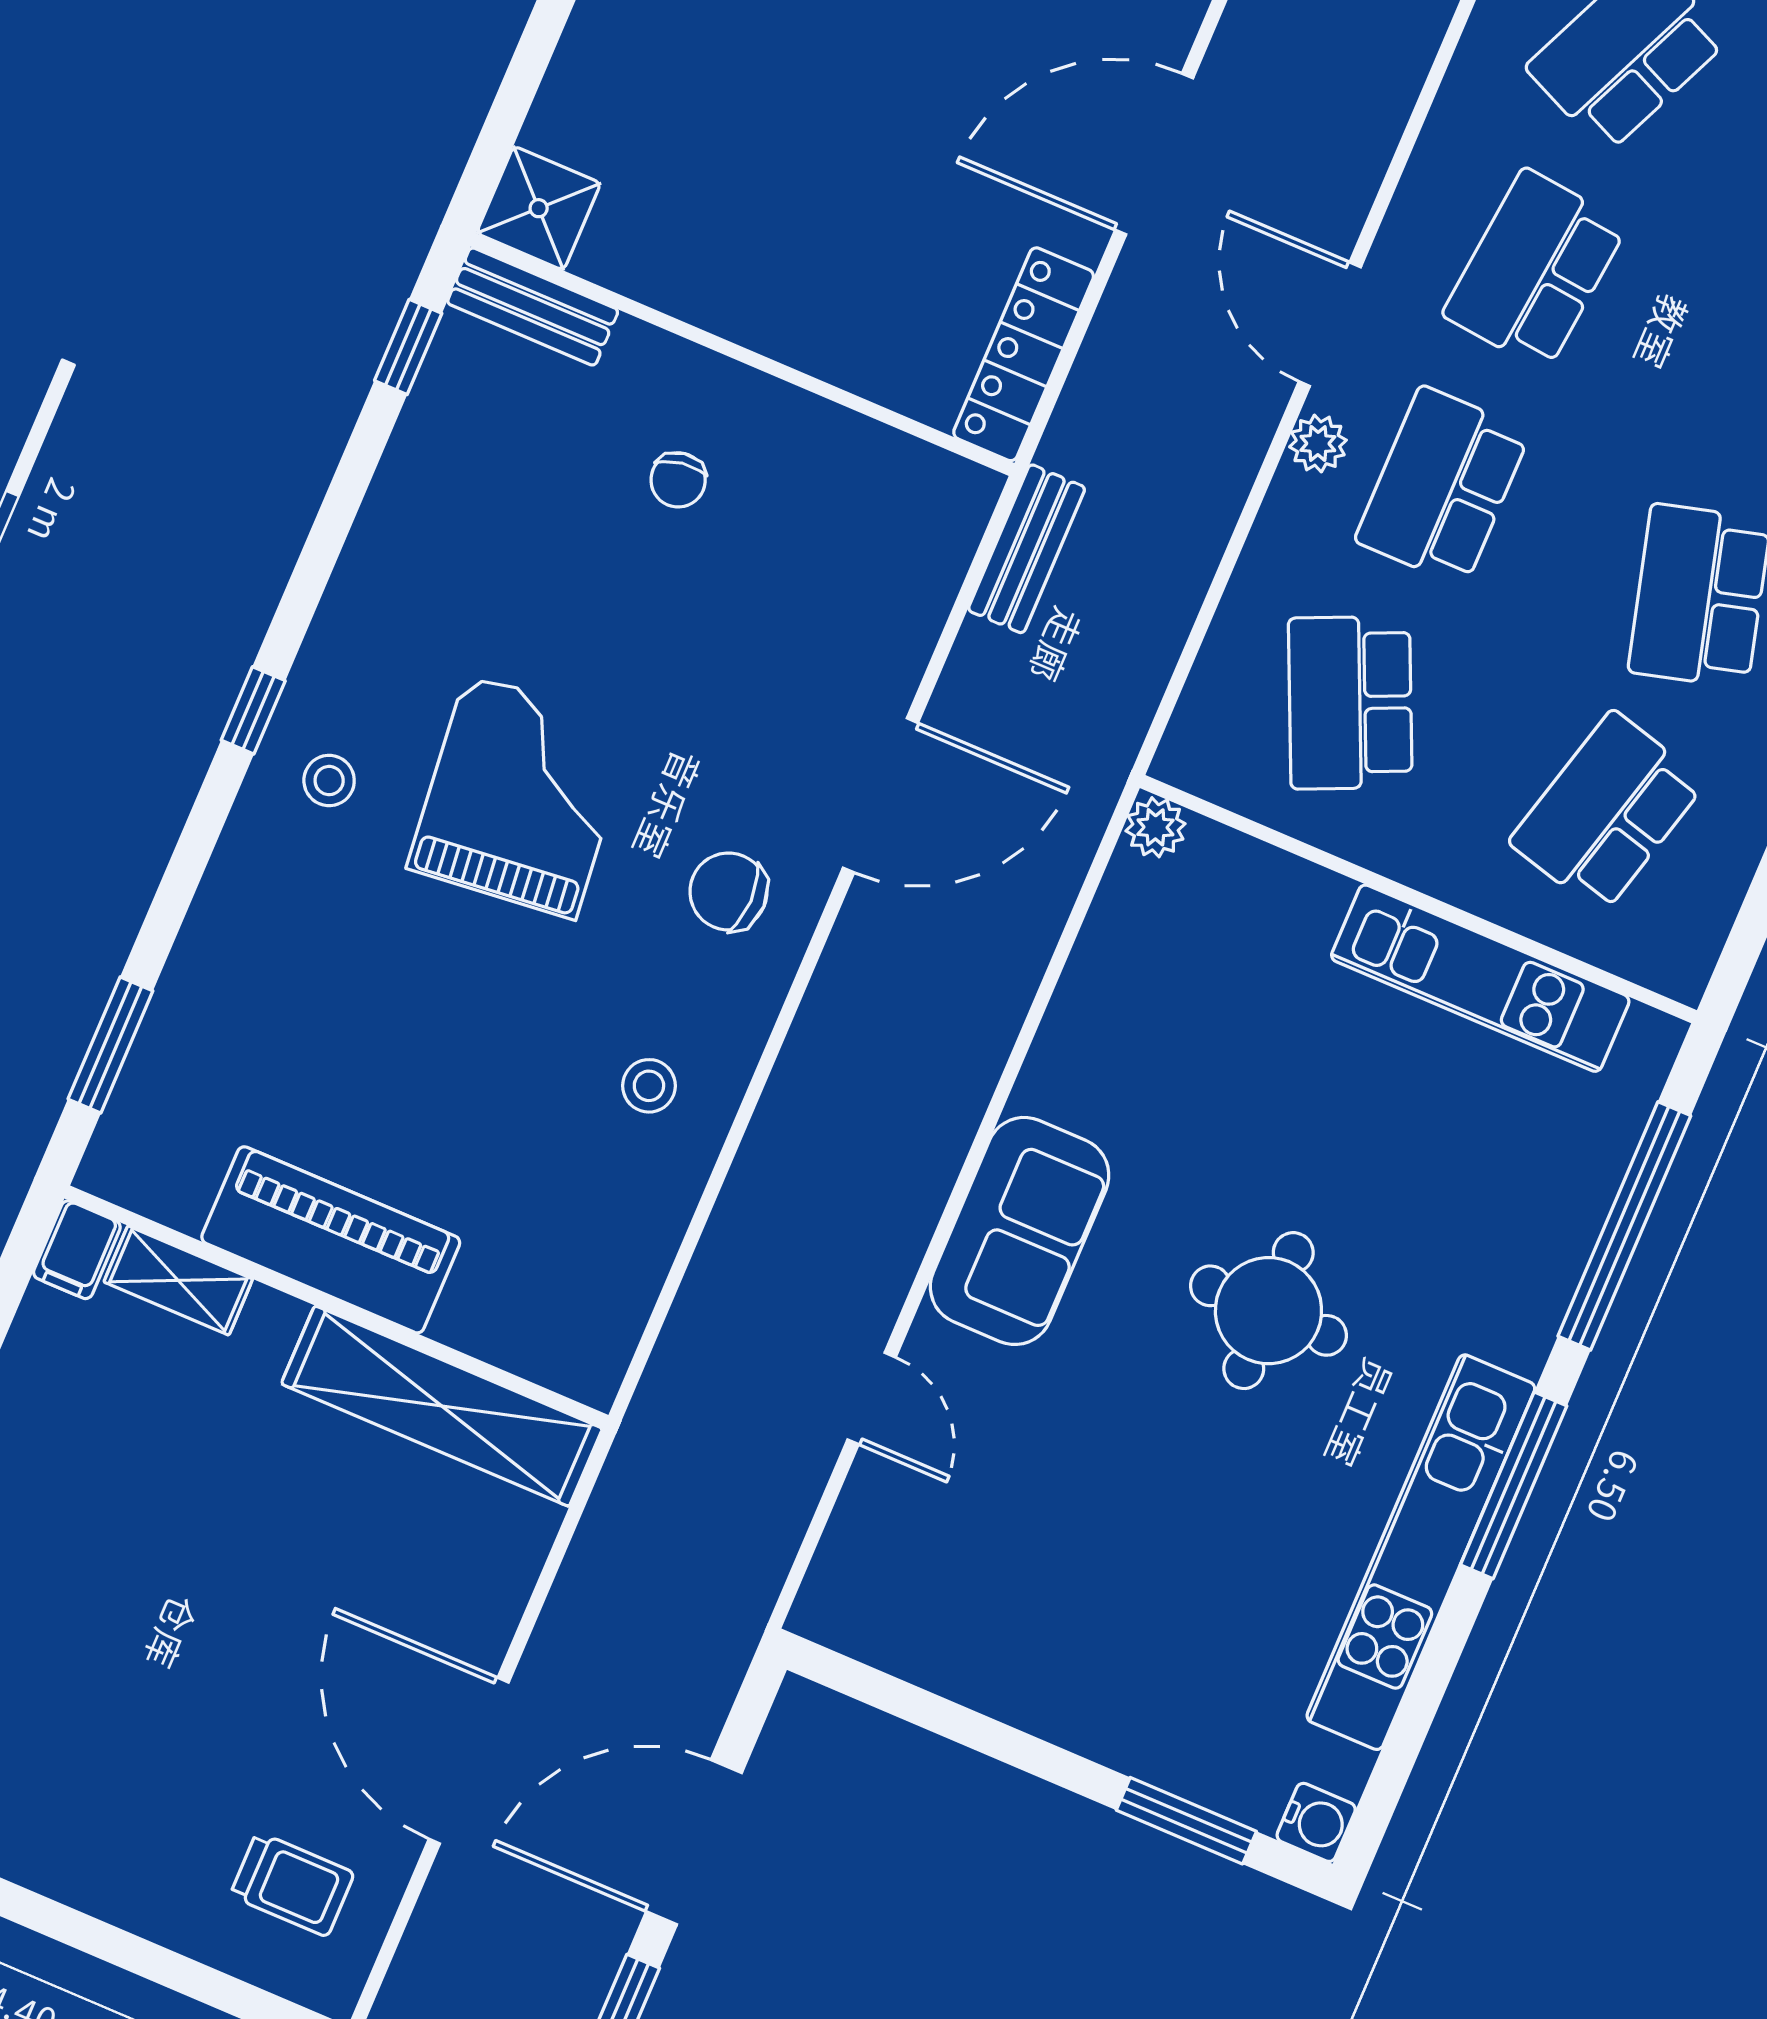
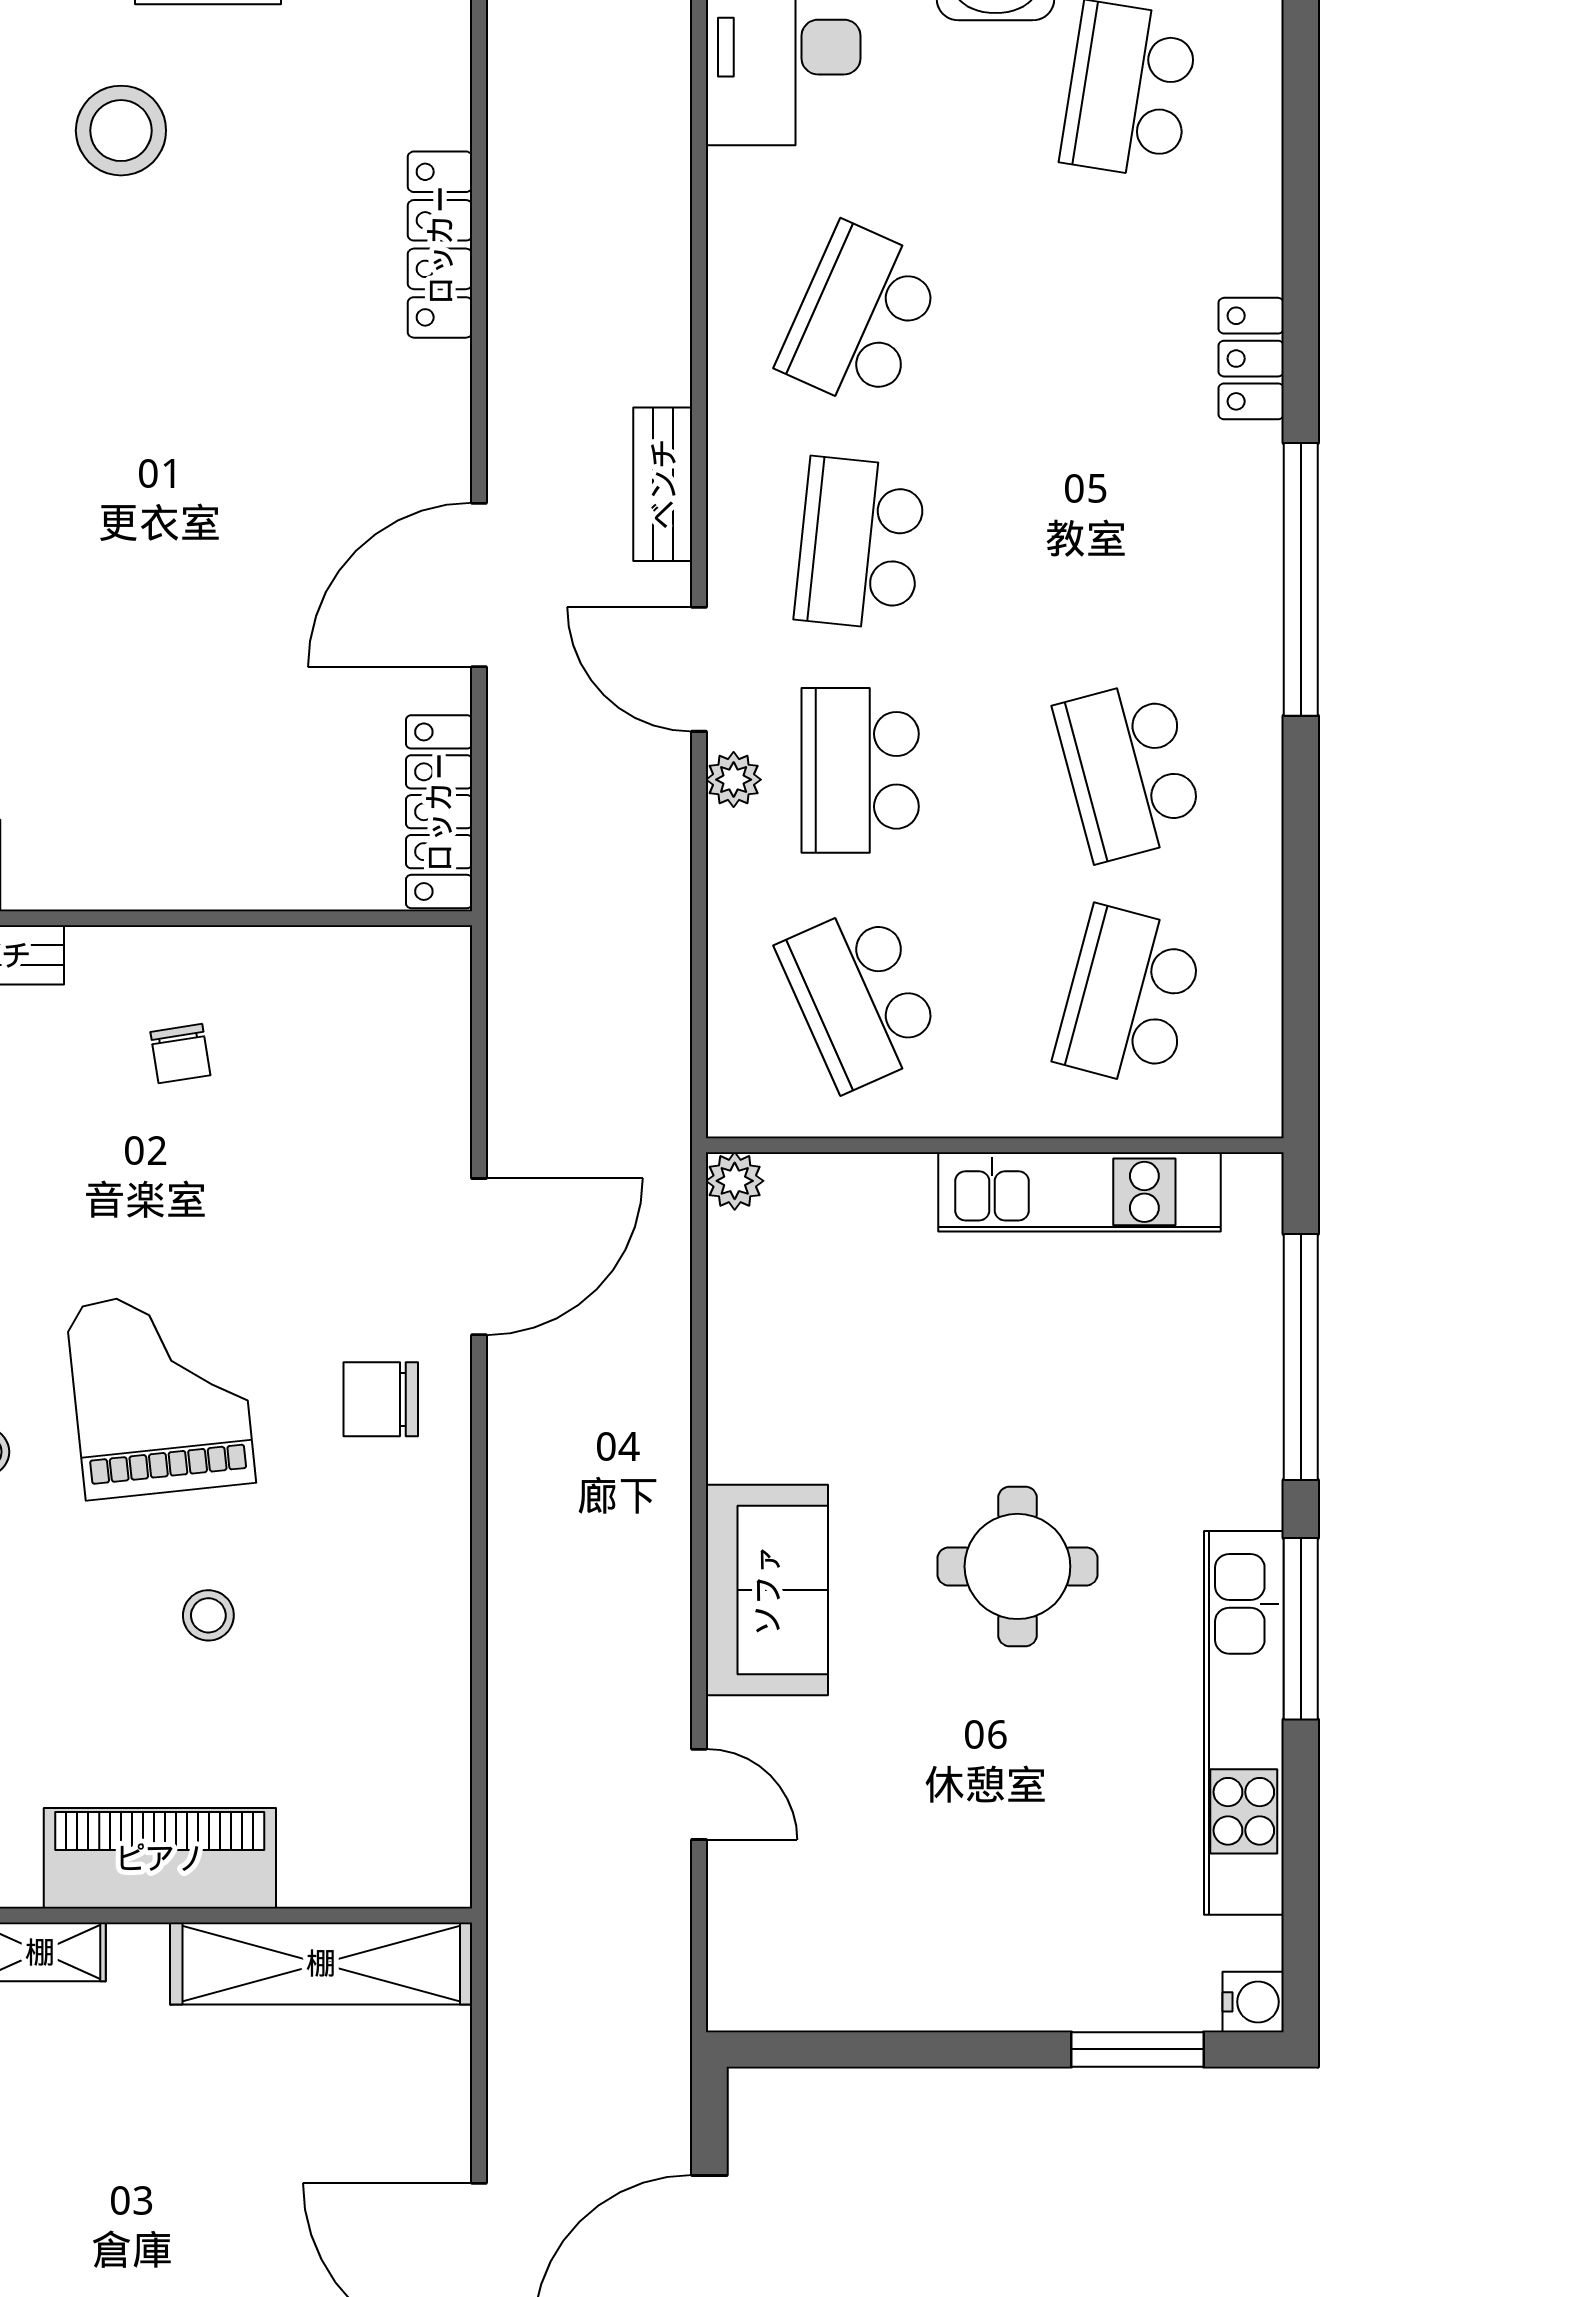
bench: (1027, 549) -> (663, 484), moved
stool: (649, 1086) -> (208, 1615), moved

